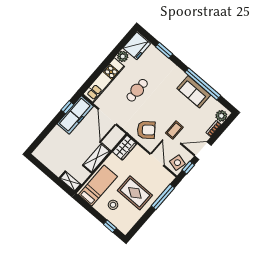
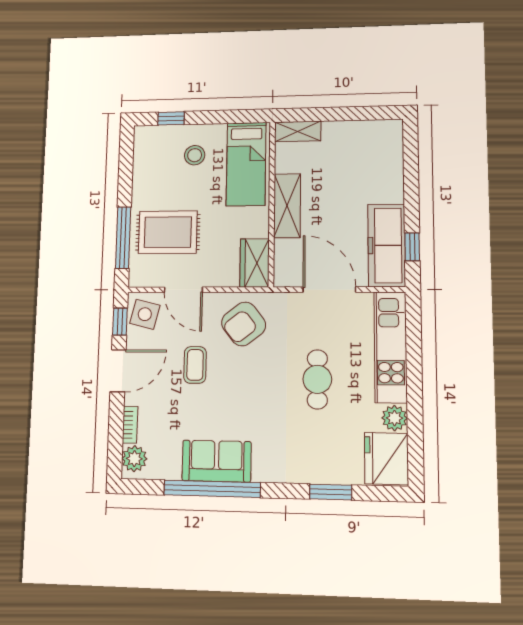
rug: (135, 193) -> (168, 232), moved

